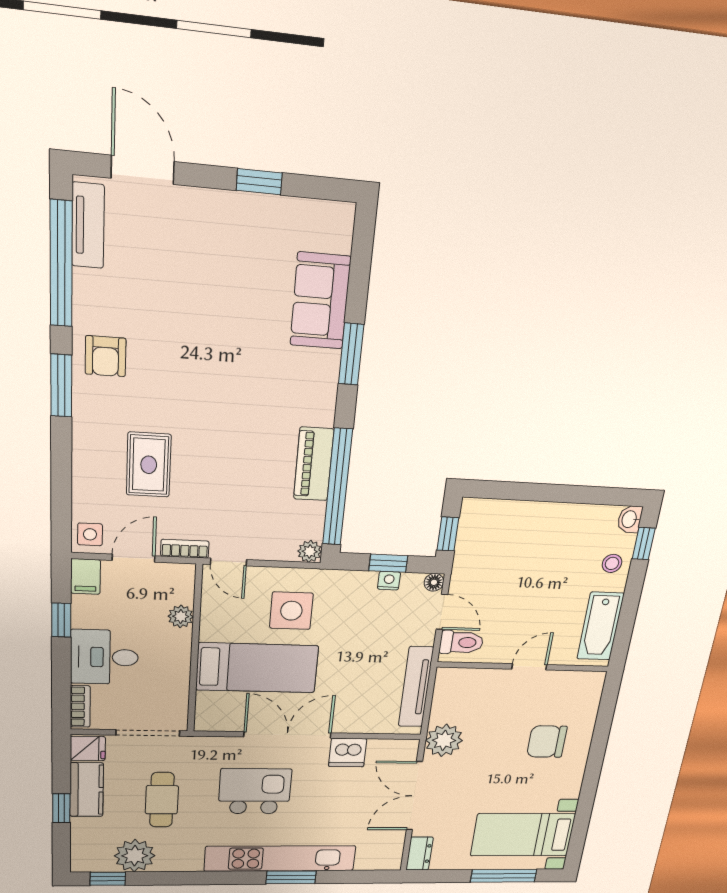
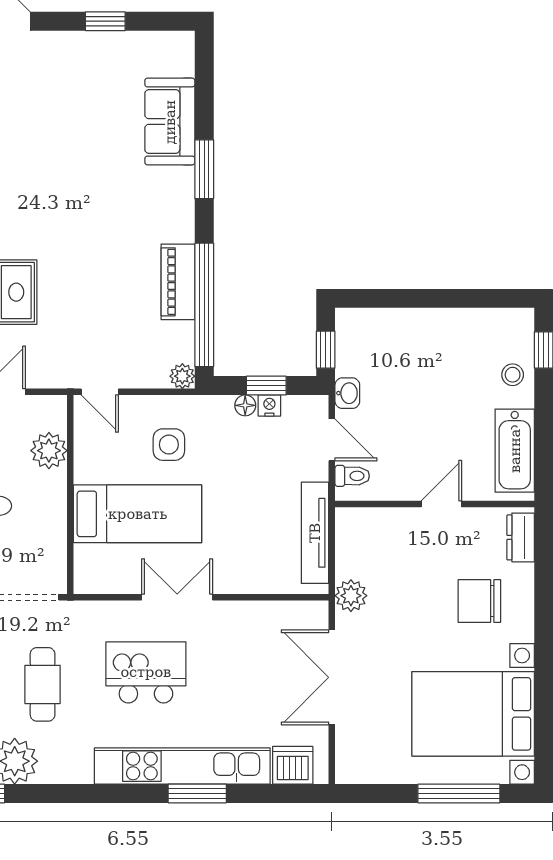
washbasin: (630, 519) -> (347, 393), moved, turned 180
bookcase: (185, 549) -> (55, 379), removed
floor lamp: (434, 582) -> (245, 405), moved
side table: (291, 611) -> (169, 445), width x0.73, depth x0.73
plant: (181, 616) -> (49, 451), width x1.38, depth x1.38
toilet: (461, 642) -> (352, 476), width x0.73, depth x0.72
double door: (288, 735) -> (177, 597), width x0.73
plant: (444, 740) -> (351, 596), width x0.73, depth x0.73
dishwasher: (348, 753) -> (293, 765), moved, turned 180
bed with nightstands: (523, 835) -> (473, 714), width x1.36
dresser: (419, 854) -> (521, 537), moved, turned 180

